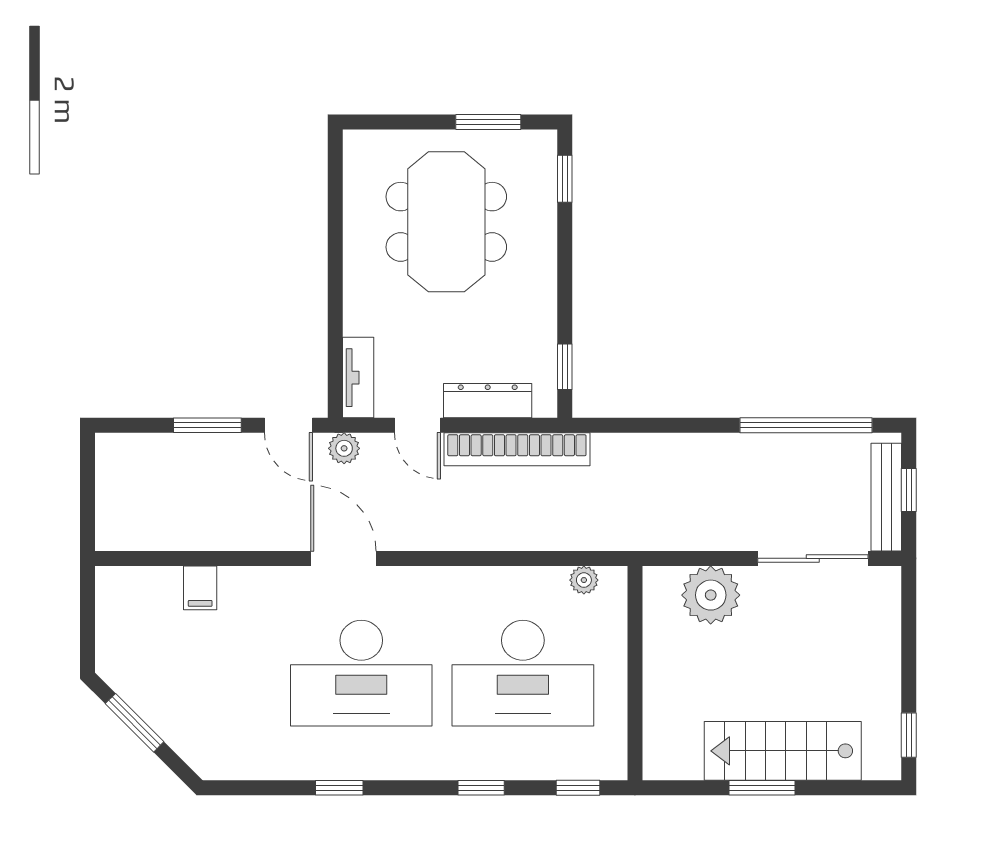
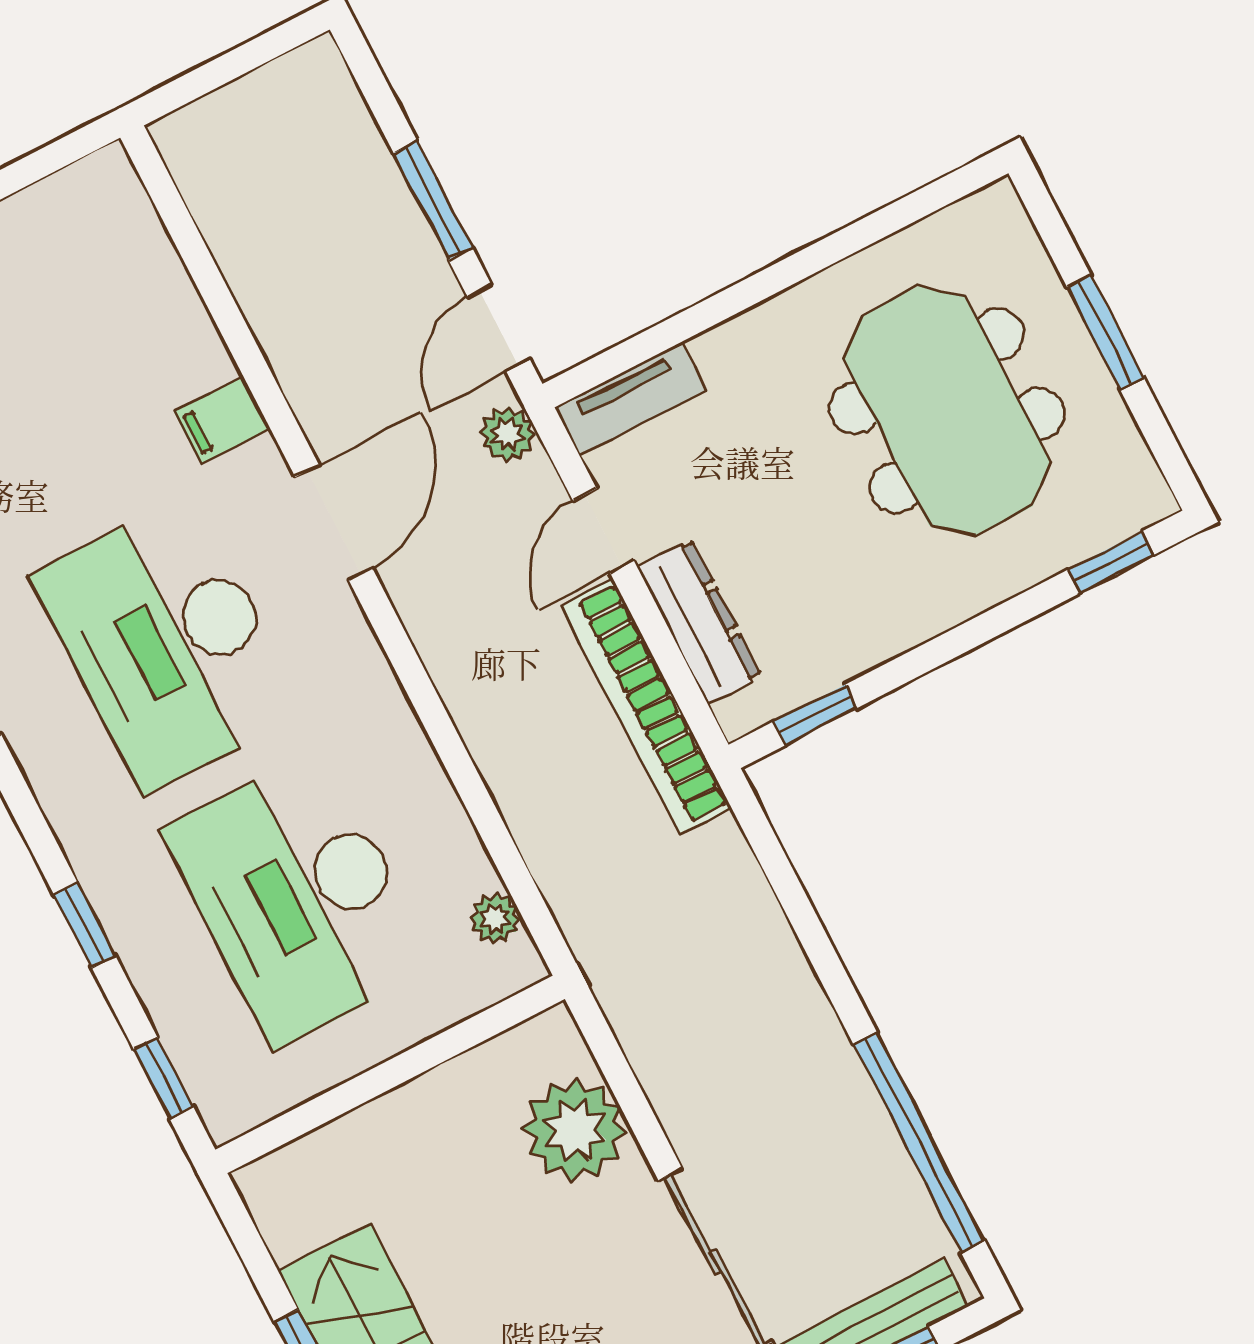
window: (488, 122) -> (1105, 333), moved
meeting table: (446, 222) -> (947, 411), turned 90
filing cabinet: (200, 588) -> (222, 420), moved

